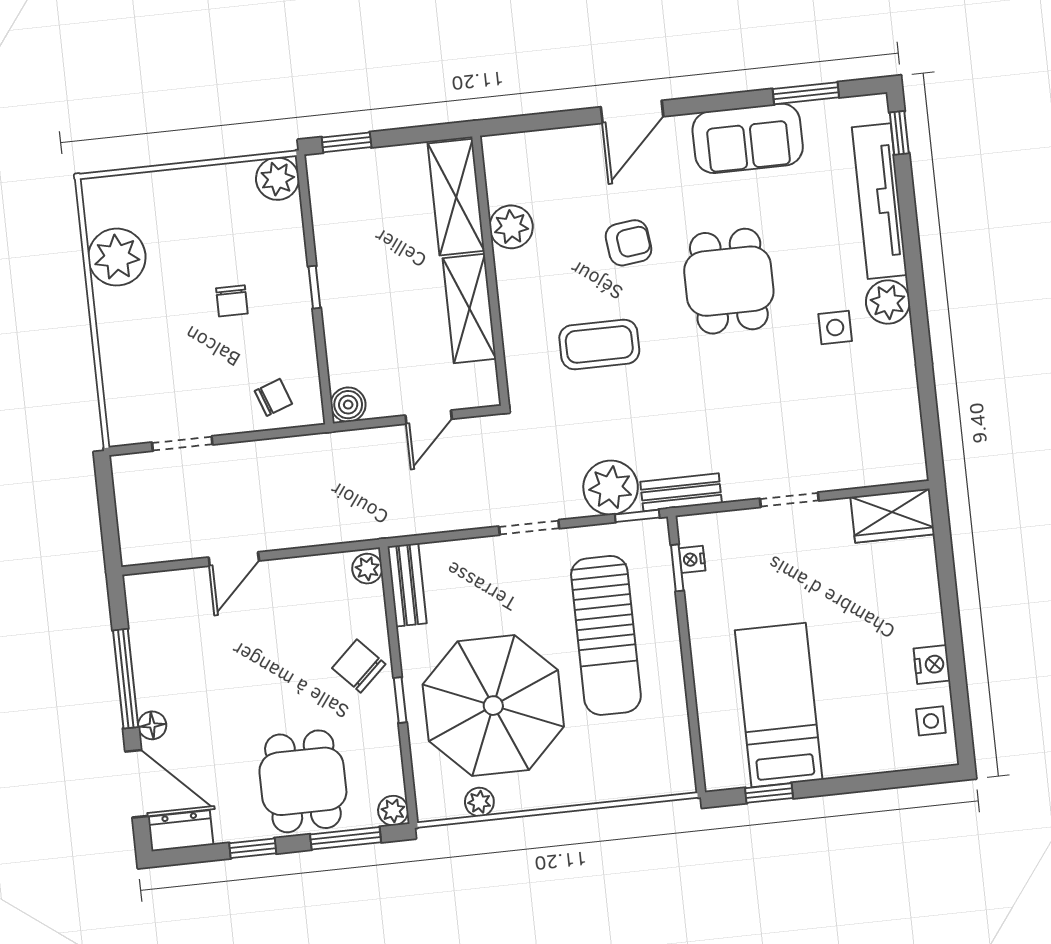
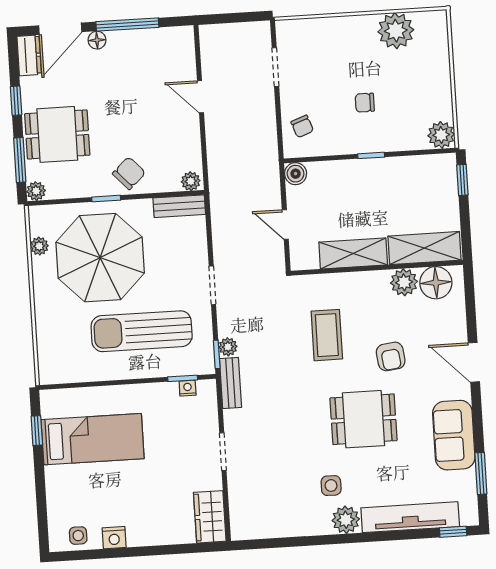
floor lamp: (510, 177) -> (436, 283), added
plant: (611, 488) -> (228, 347), width x0.53, depth x0.53

